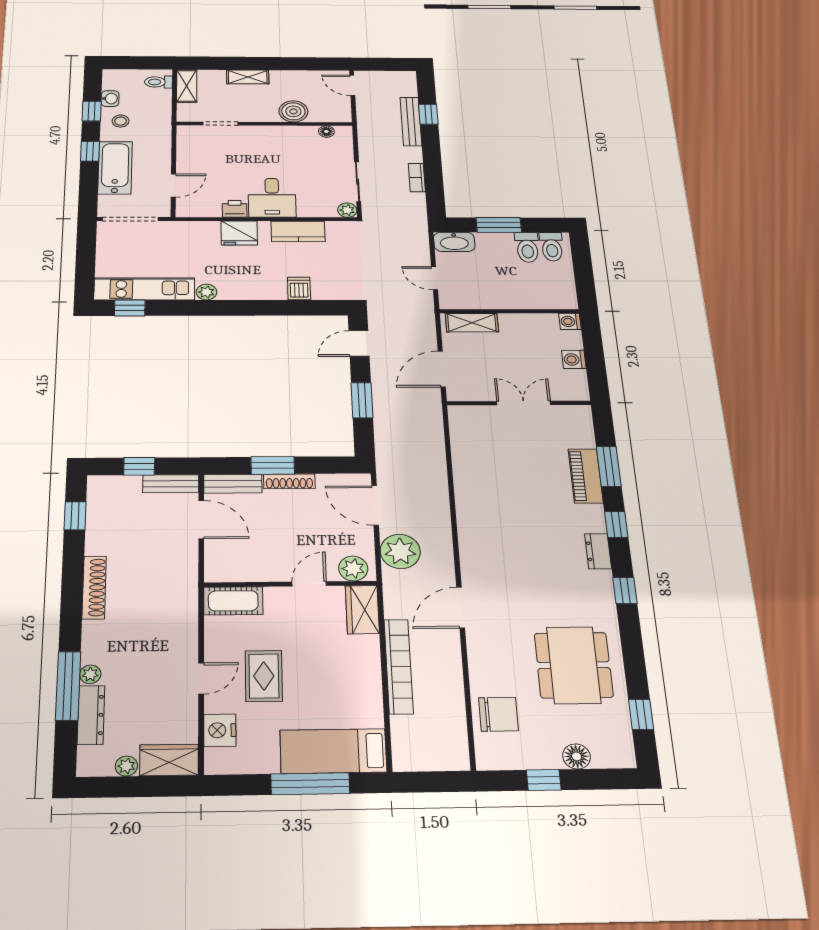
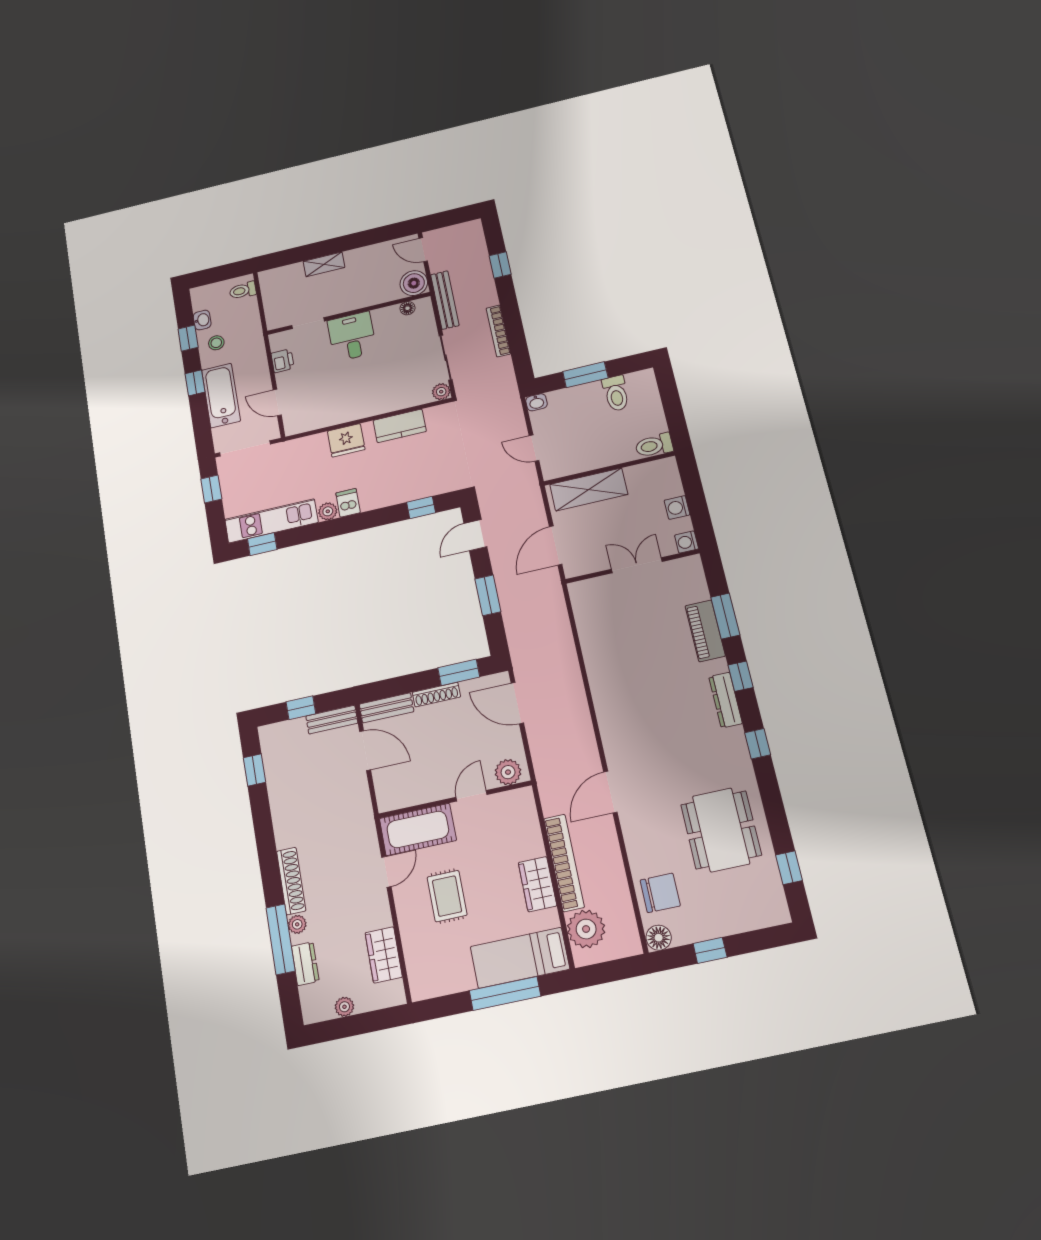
shelving: (187, 86) -> (269, 288), removed
boiler: (293, 111) -> (414, 283), moved
bench: (411, 121) -> (445, 300), moved
bookcase: (417, 178) -> (498, 331), width x1.56
door: (173, 186) -> (277, 403), swing flipped
desk: (272, 198) -> (352, 336), moved, turned 180
printer: (235, 209) -> (283, 361), moved, turned 90
washbasin: (454, 242) -> (537, 402), width x0.52, depth x0.69
toilet: (552, 247) -> (654, 445), moved, turned 90
window: (86, 248) -> (211, 489), added
dishwasher: (299, 289) -> (348, 503), moved
window: (306, 308) -> (421, 507), added
washing machine: (570, 321) -> (686, 542), moved
shelving: (472, 323) -> (589, 489), width x1.50, depth x1.33
window: (273, 465) -> (459, 672), moved
plant: (400, 551) -> (586, 929), moved
dresser: (598, 551) -> (725, 700), width x1.44
shoe rack: (94, 587) -> (291, 881), moved
cot: (233, 601) -> (418, 829), width x1.37, depth x1.34
wardrobe: (362, 610) -> (538, 884), moved
door: (201, 678) -> (386, 872), moved
dresser: (91, 715) -> (305, 964), width x0.70
nightstand: (220, 730) -> (418, 957), removed
floor lamp: (577, 756) -> (659, 938), moved
wardrobe: (169, 760) -> (384, 955), moved, turned -90

